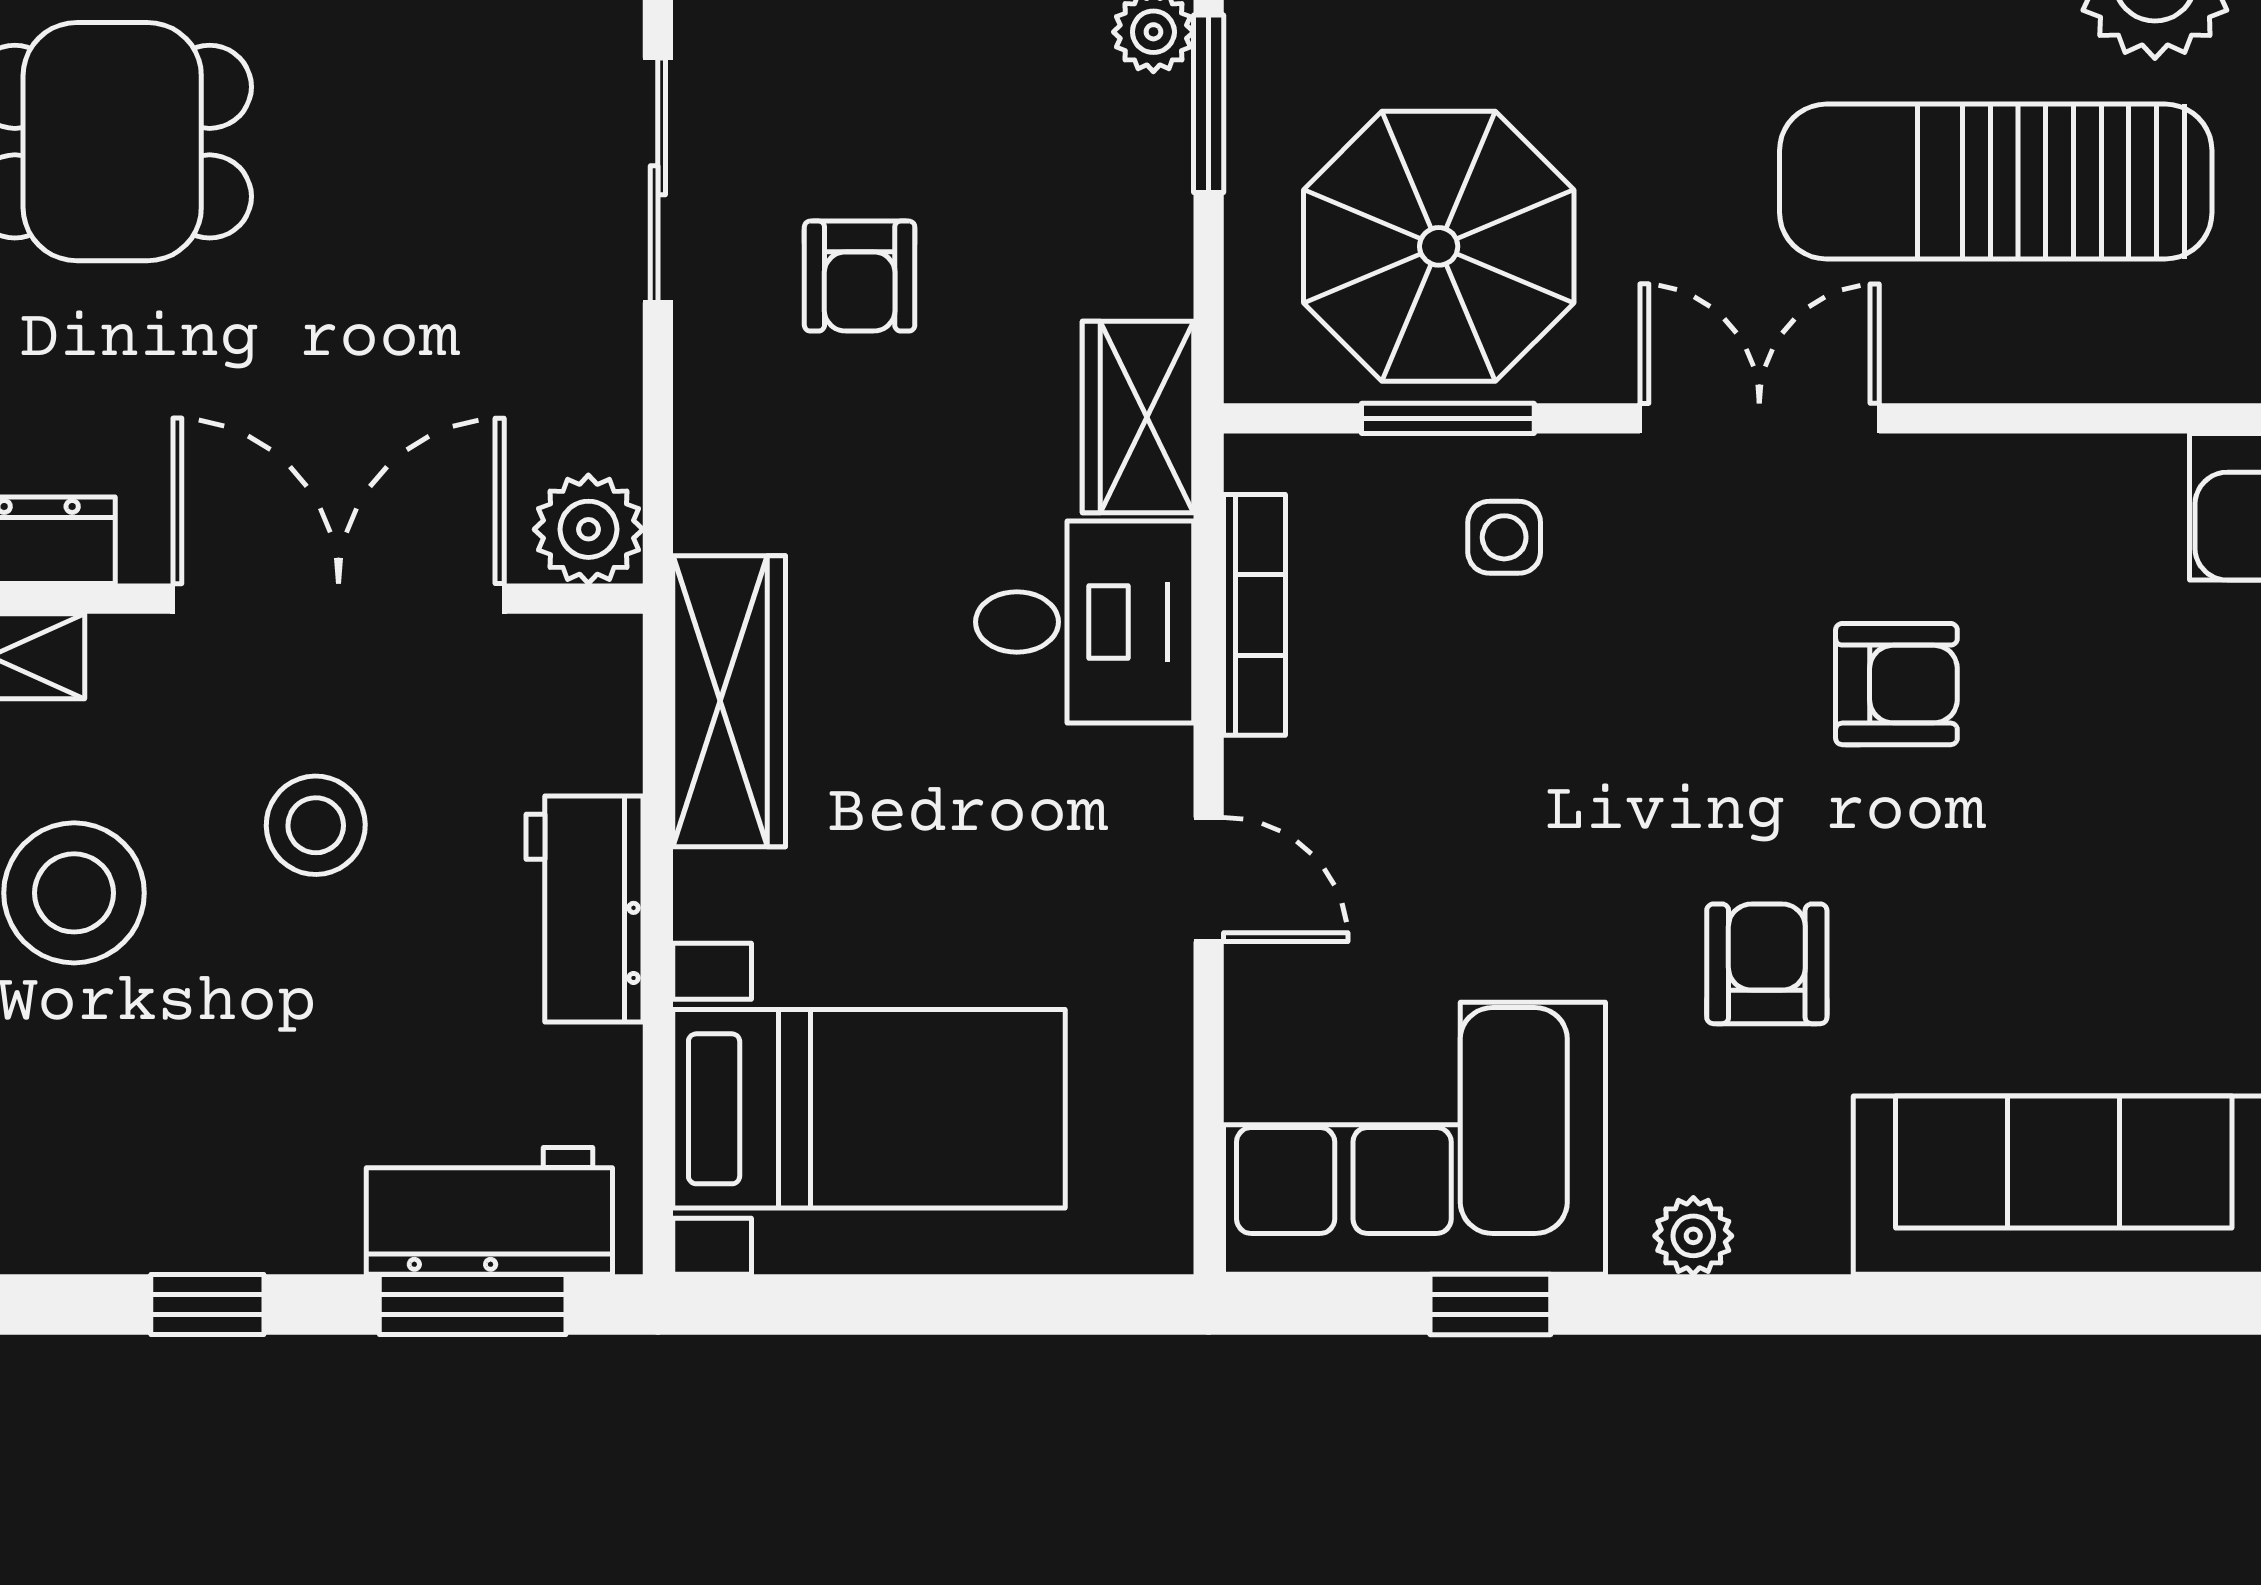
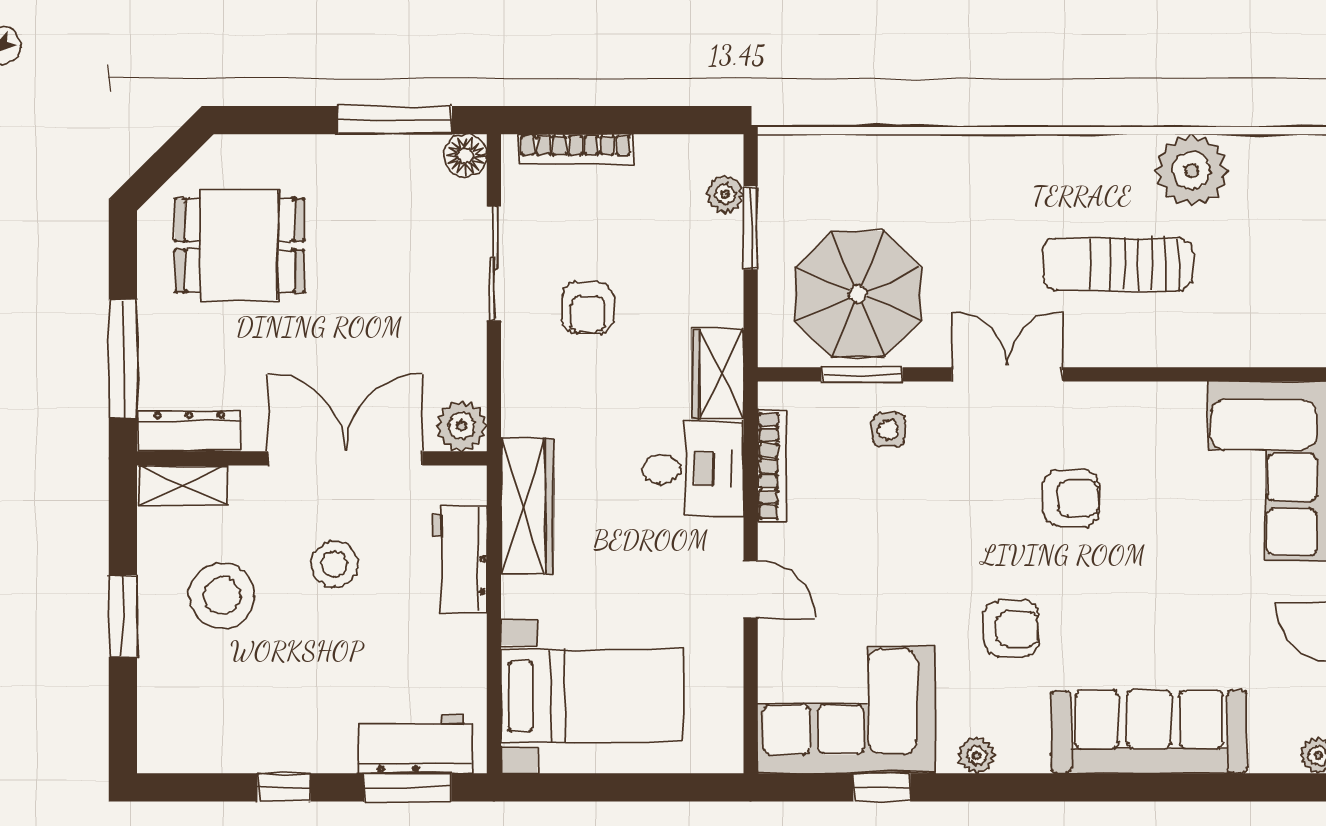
sun lounger: (1996, 182) -> (1117, 264), width x0.73, depth x0.75
workbench: (584, 909) -> (460, 559), moved
armchair: (1767, 964) -> (1011, 629), turned 90

